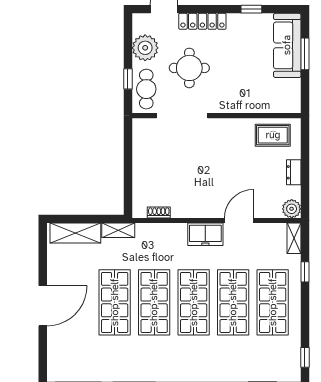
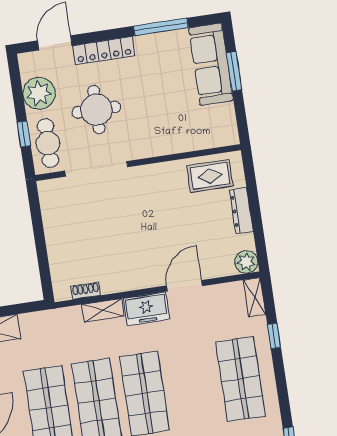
window: (251, 9) -> (161, 27), width x2.17
dresser: (294, 172) -> (241, 210), width x1.44
shelving: (118, 230) -> (103, 310), moved
shop shelf: (233, 302) -> (193, 386), removed

